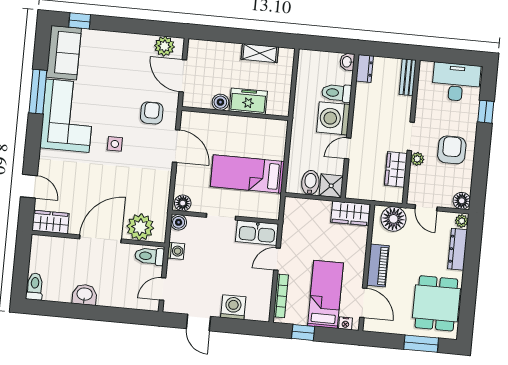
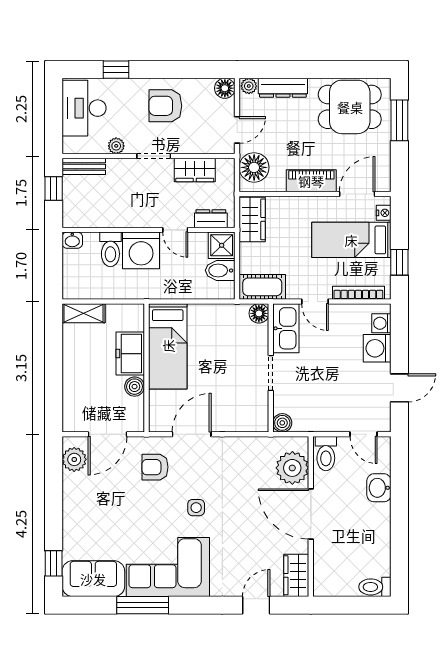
window: (392, 50) -> (54, 188), added
shelving: (260, 53) -> (84, 313), moved, turned 90
dresser: (365, 68) -> (211, 219), moved
plant: (417, 159) -> (116, 146), moved
bed: (247, 174) -> (168, 346), moved
floor lamp: (183, 203) -> (259, 313), moved
cot: (293, 216) -> (262, 287), added
washing machine: (176, 251) -> (381, 323), moved, turned -90
washbasin: (85, 295) -> (379, 488), moved

